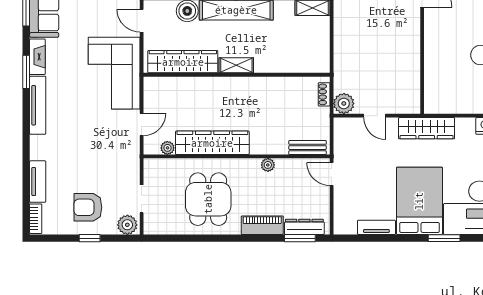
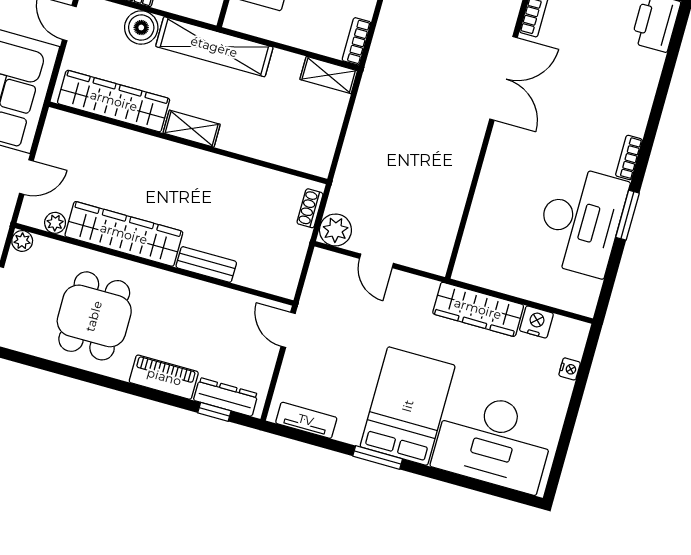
wardrobe: (427, 128) -> (478, 309), moved
bench: (308, 148) -> (206, 264), moved
plant: (268, 165) -> (22, 241), moved
tv unit: (376, 227) -> (306, 420), moved
window: (300, 238) -> (214, 412), width x0.67
window: (444, 238) -> (378, 457), moved

